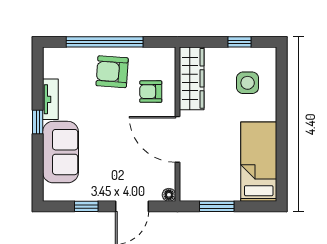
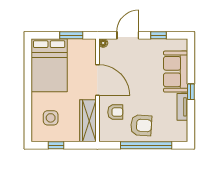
bed: (259, 162) -> (49, 65), width x1.50

